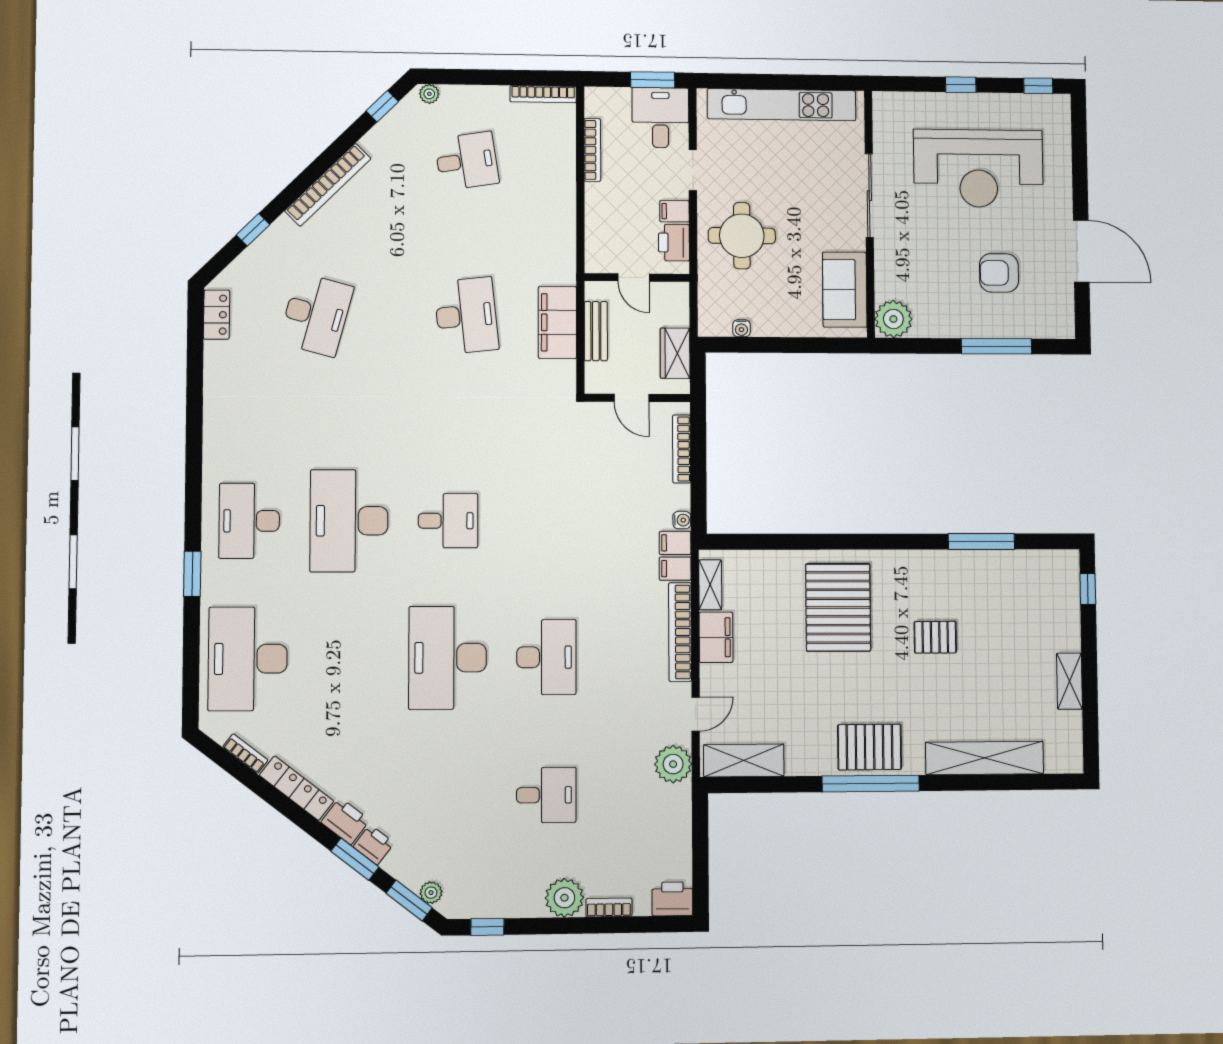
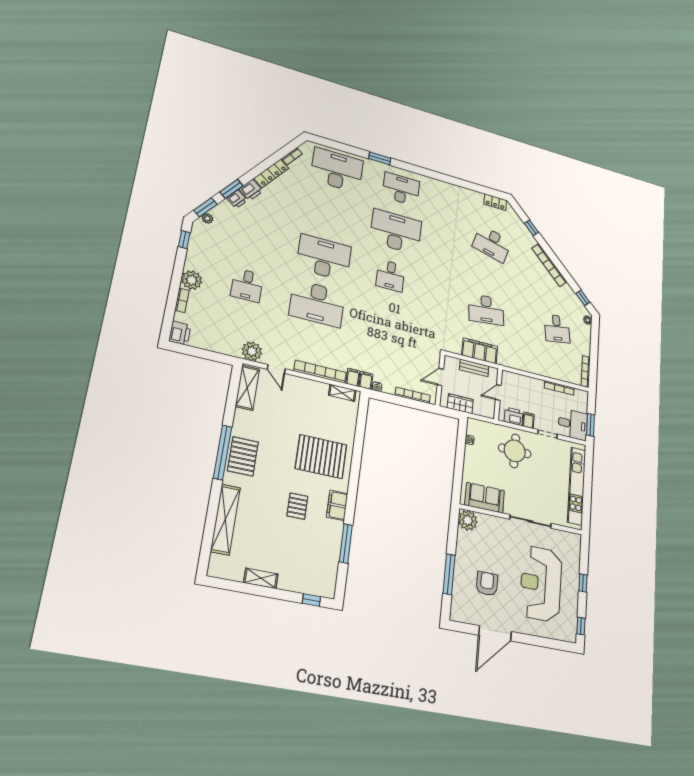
filing cabinet: (716, 637) -> (337, 505), moved, turned 90
desk: (546, 657) -> (317, 303), width x1.36, depth x1.30

